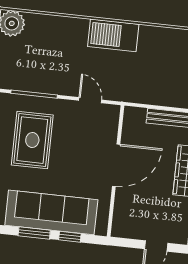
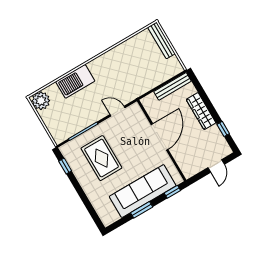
barbecue: (113, 35) -> (75, 81), moved
window: (70, 237) -> (172, 192), moved

